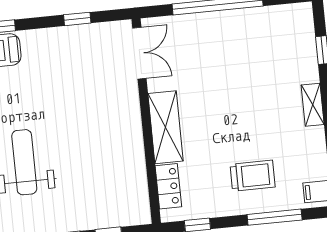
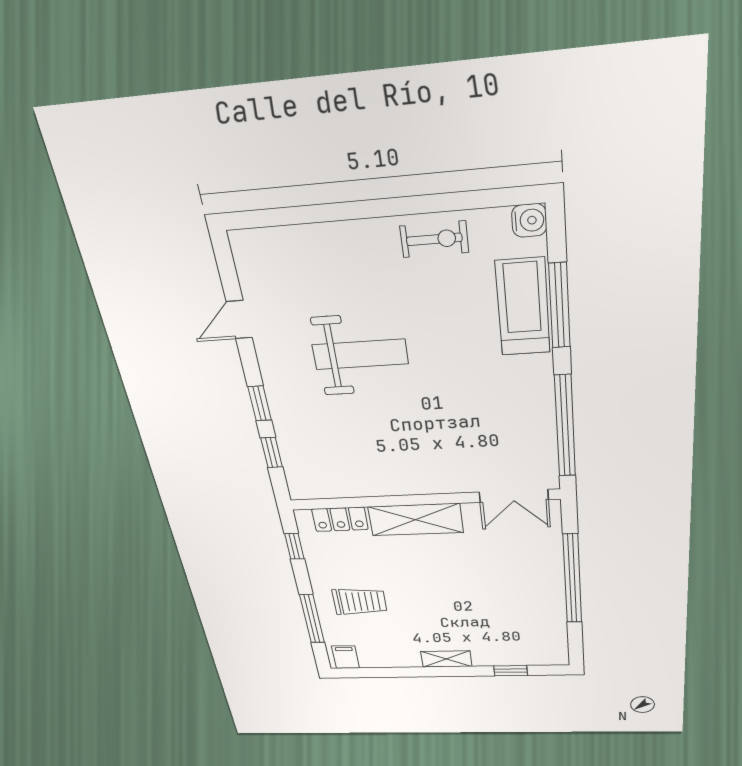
window: (77, 19) -> (565, 426), width x3.17
trolley: (253, 176) -> (360, 602), turned -90

